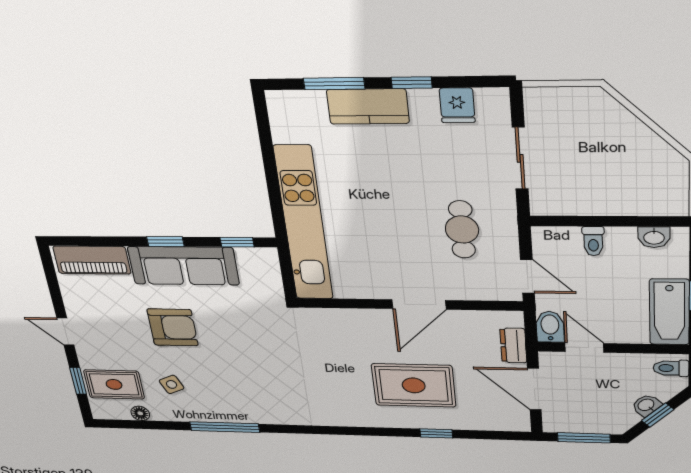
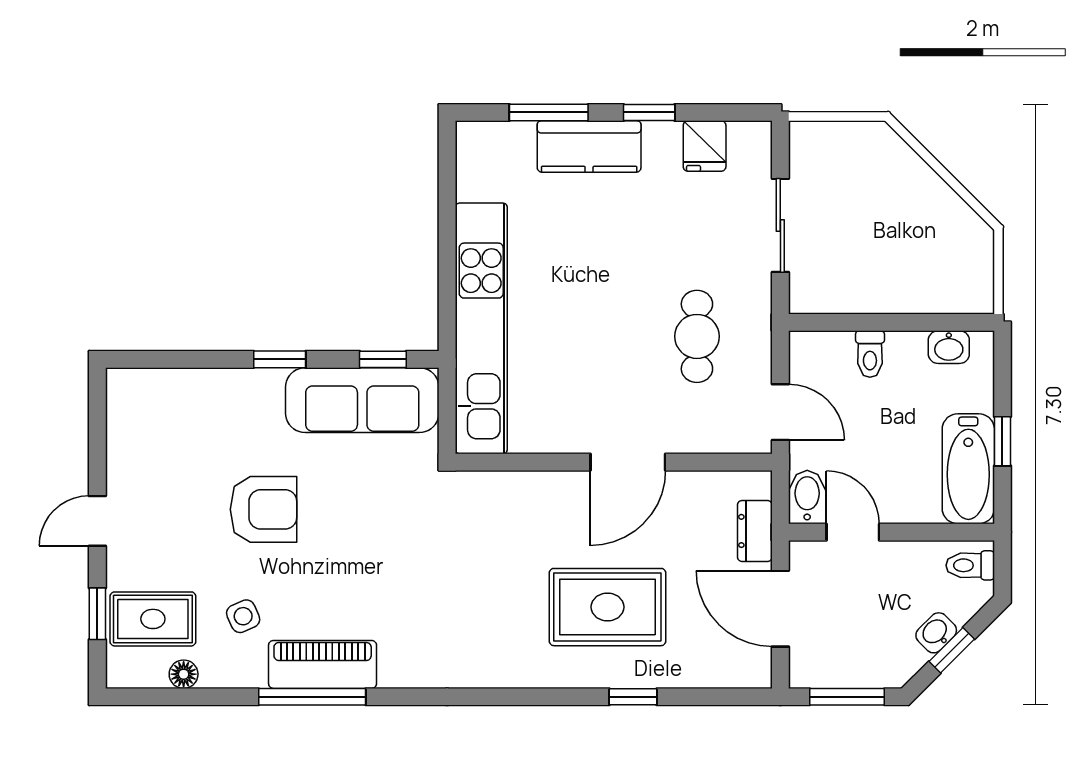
piano: (92, 260) -> (323, 664), moved, turned 180
sofa: (183, 266) -> (362, 400), moved
door: (65, 332) -> (97, 521), hinge flipped

